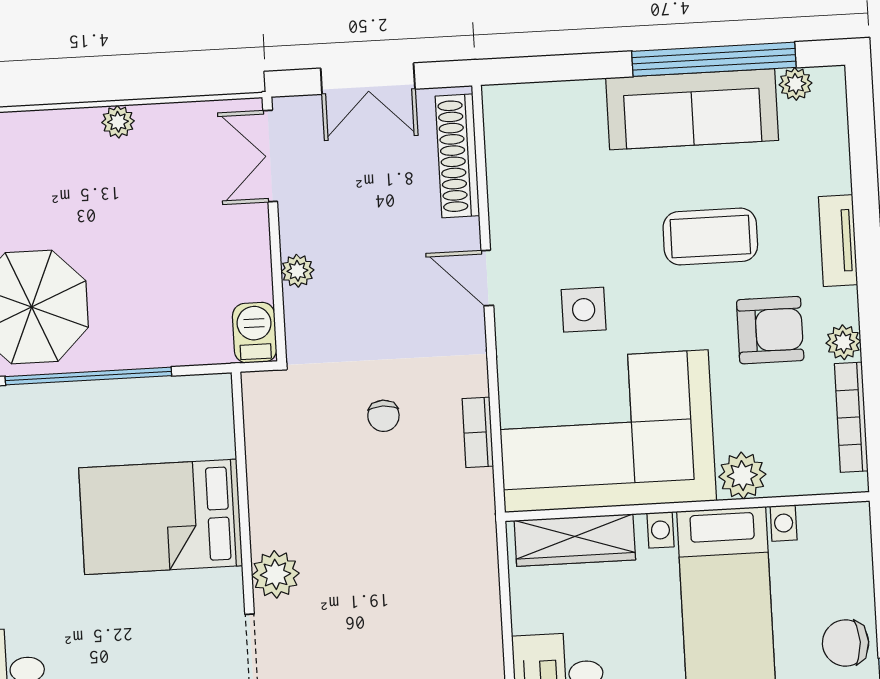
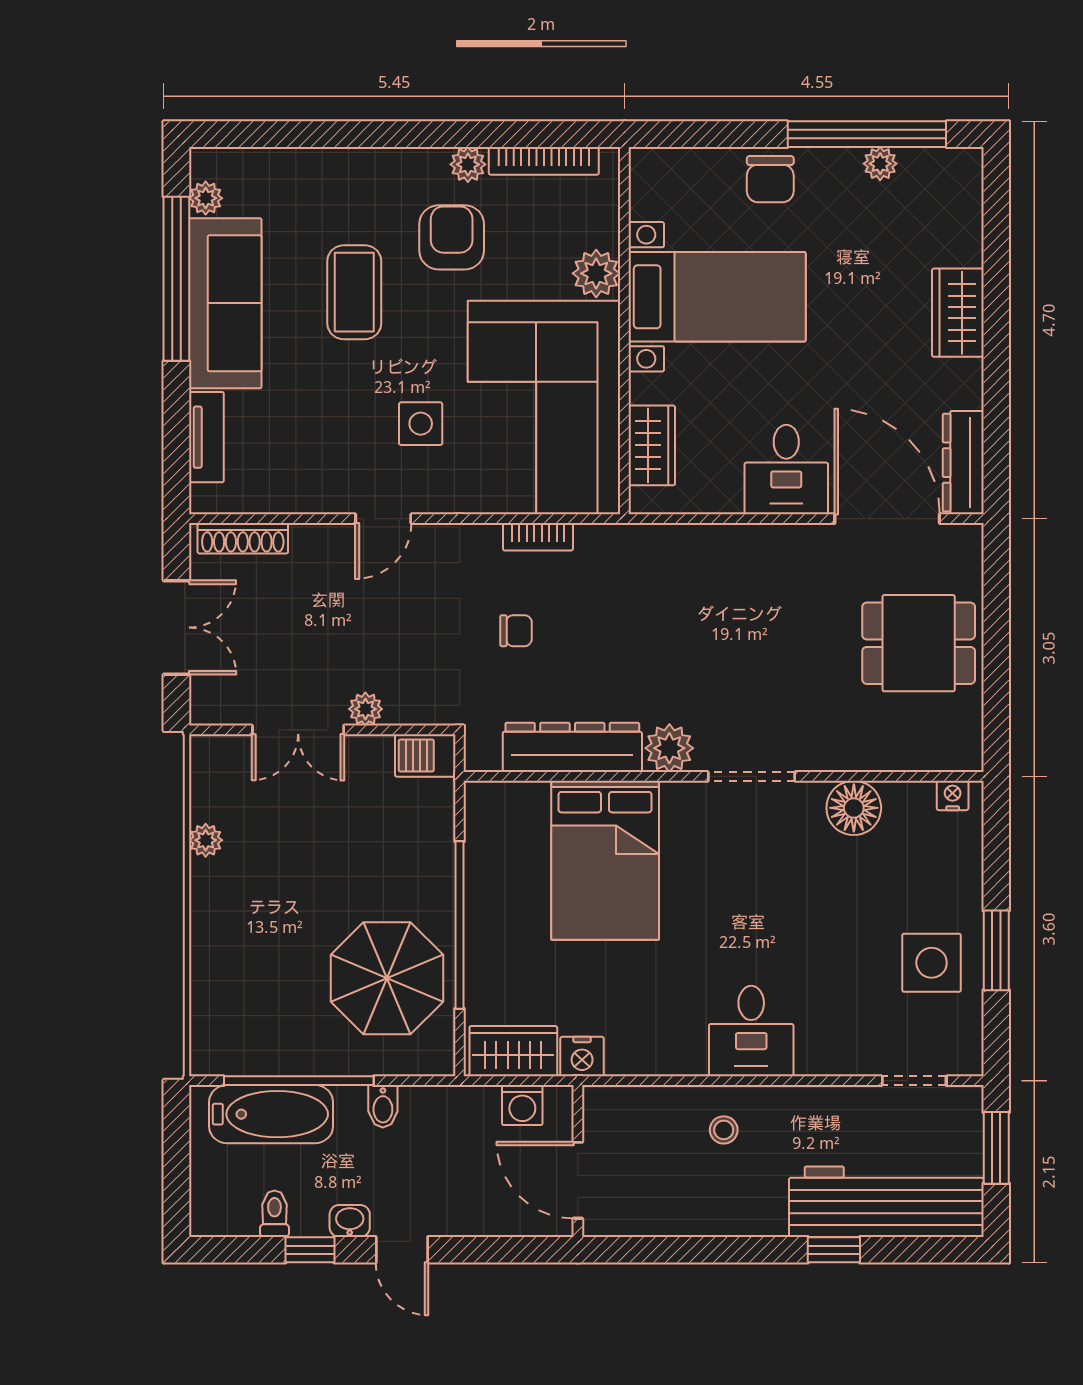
plant: (118, 122) -> (206, 840), moved
double door: (270, 156) -> (298, 730), moved
shoe rack: (457, 156) -> (243, 538), width x0.74, depth x0.81
tv unit: (838, 241) -> (206, 437), moved, turned -90
dresser: (271, 478) -> (572, 747), added
wardrobe: (575, 540) -> (652, 445), width x0.67

